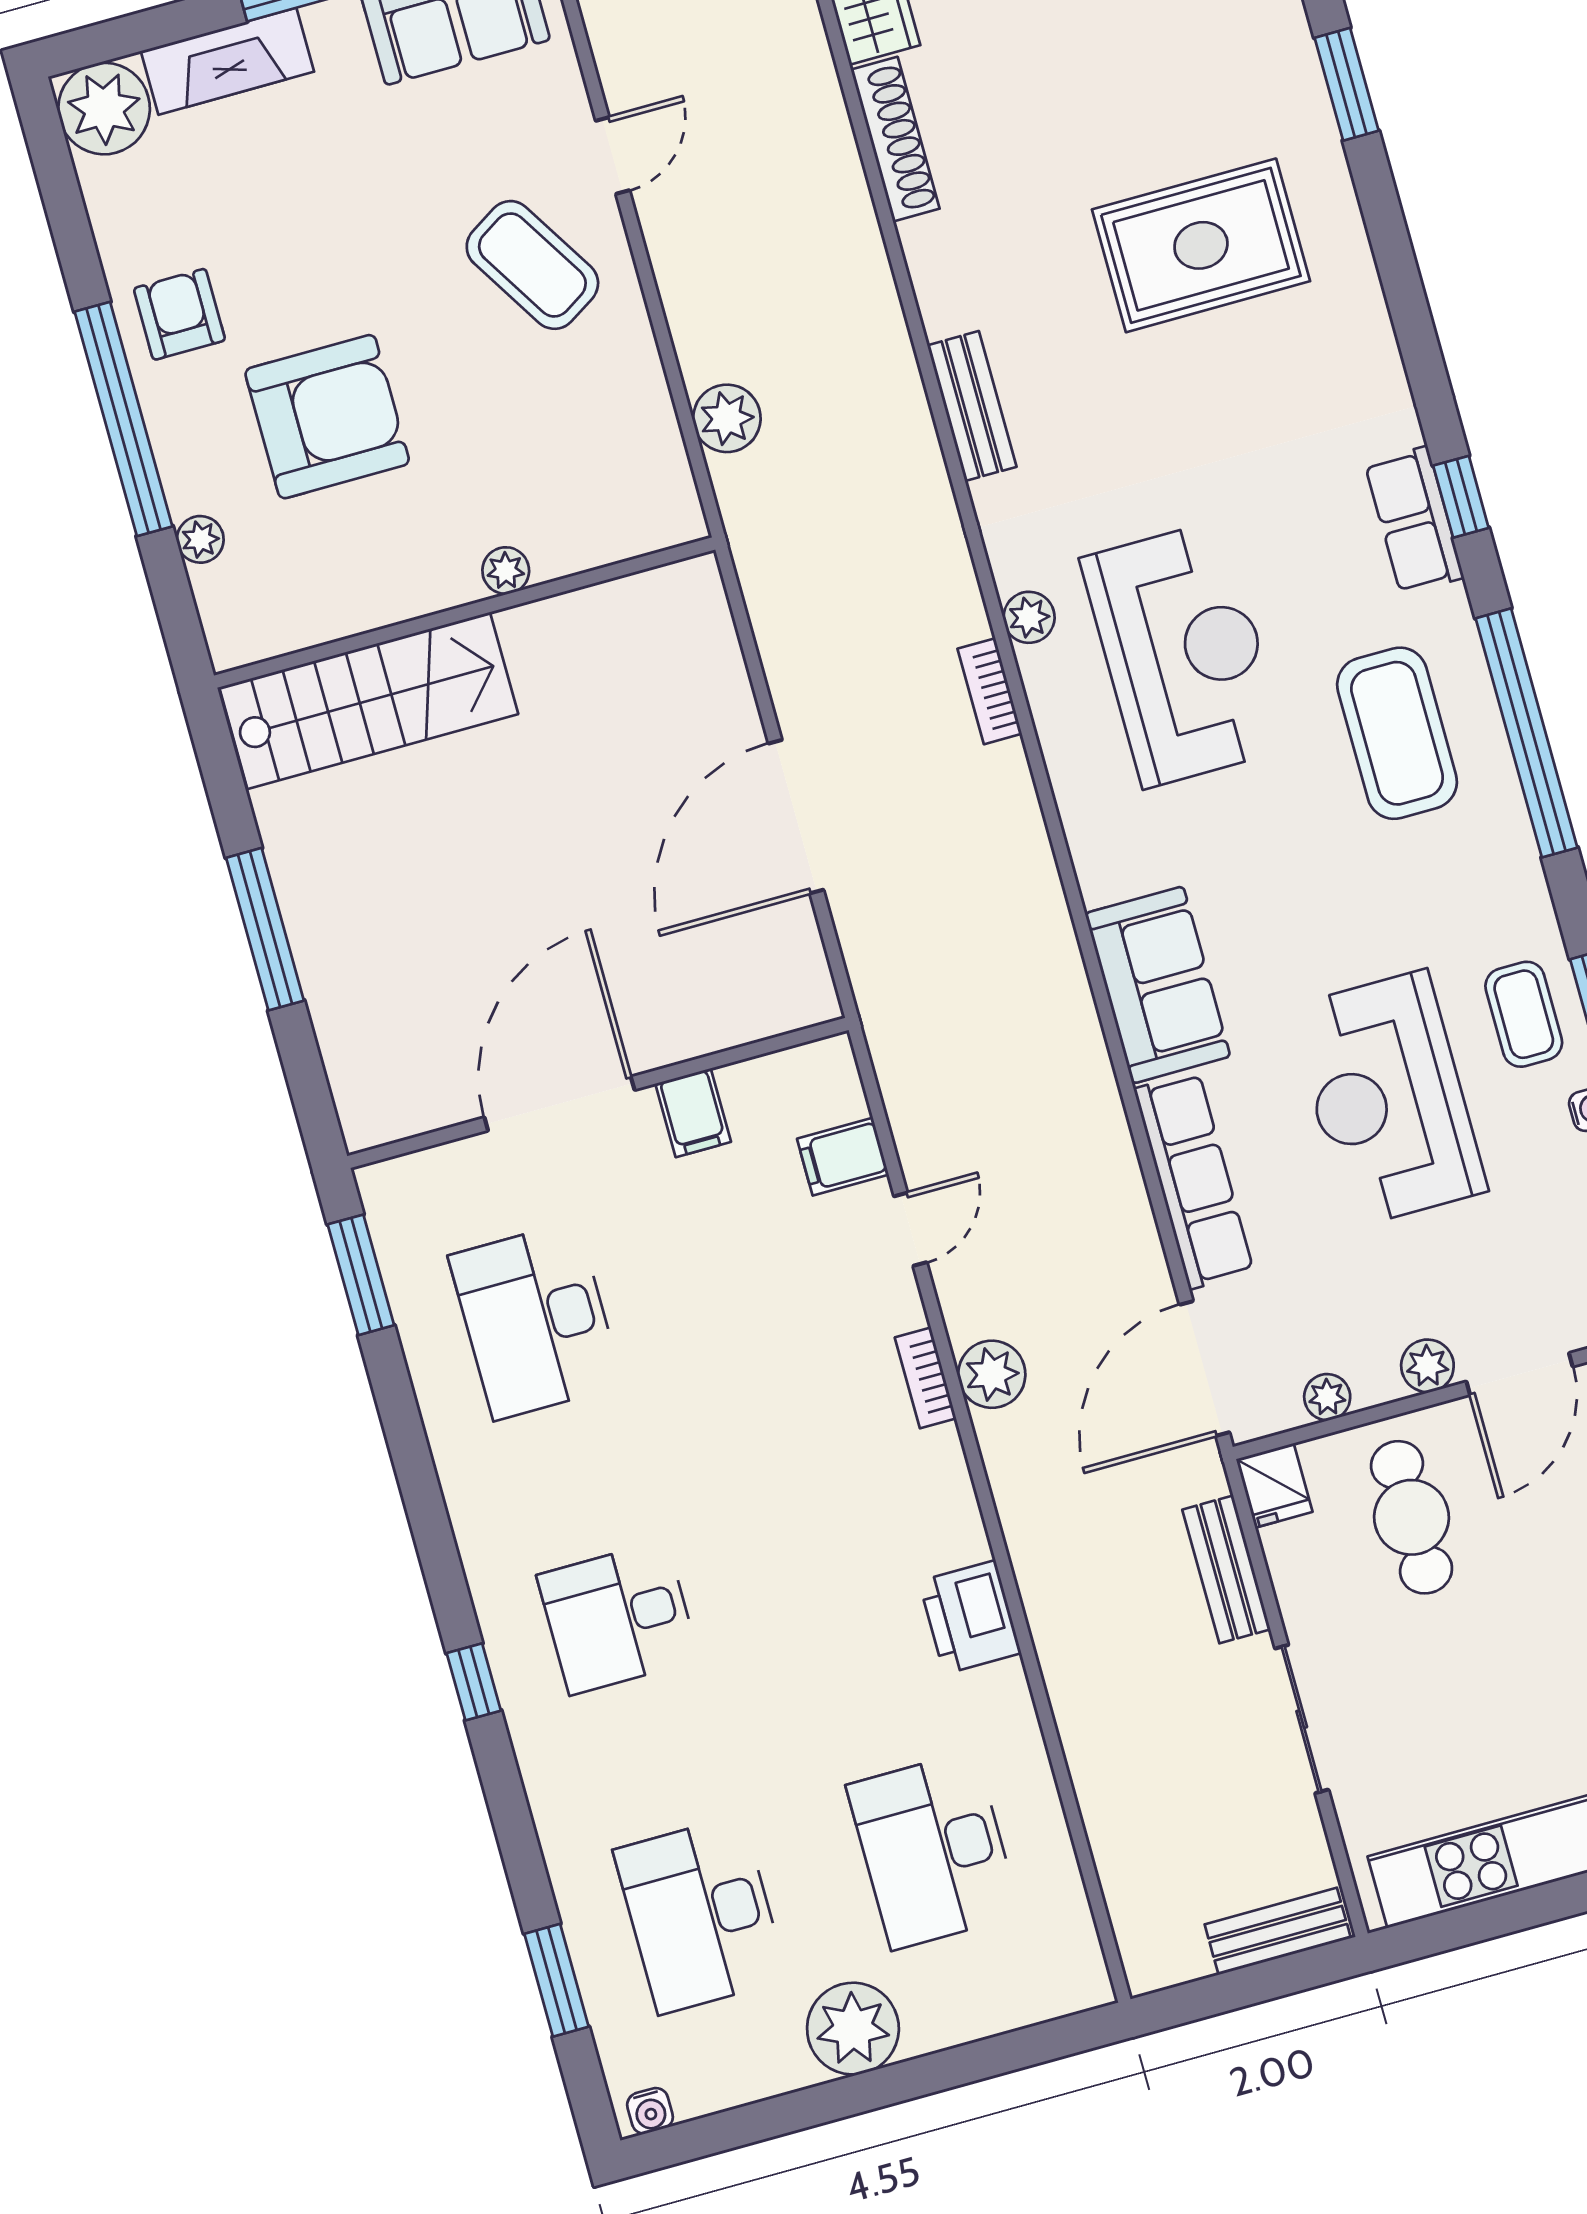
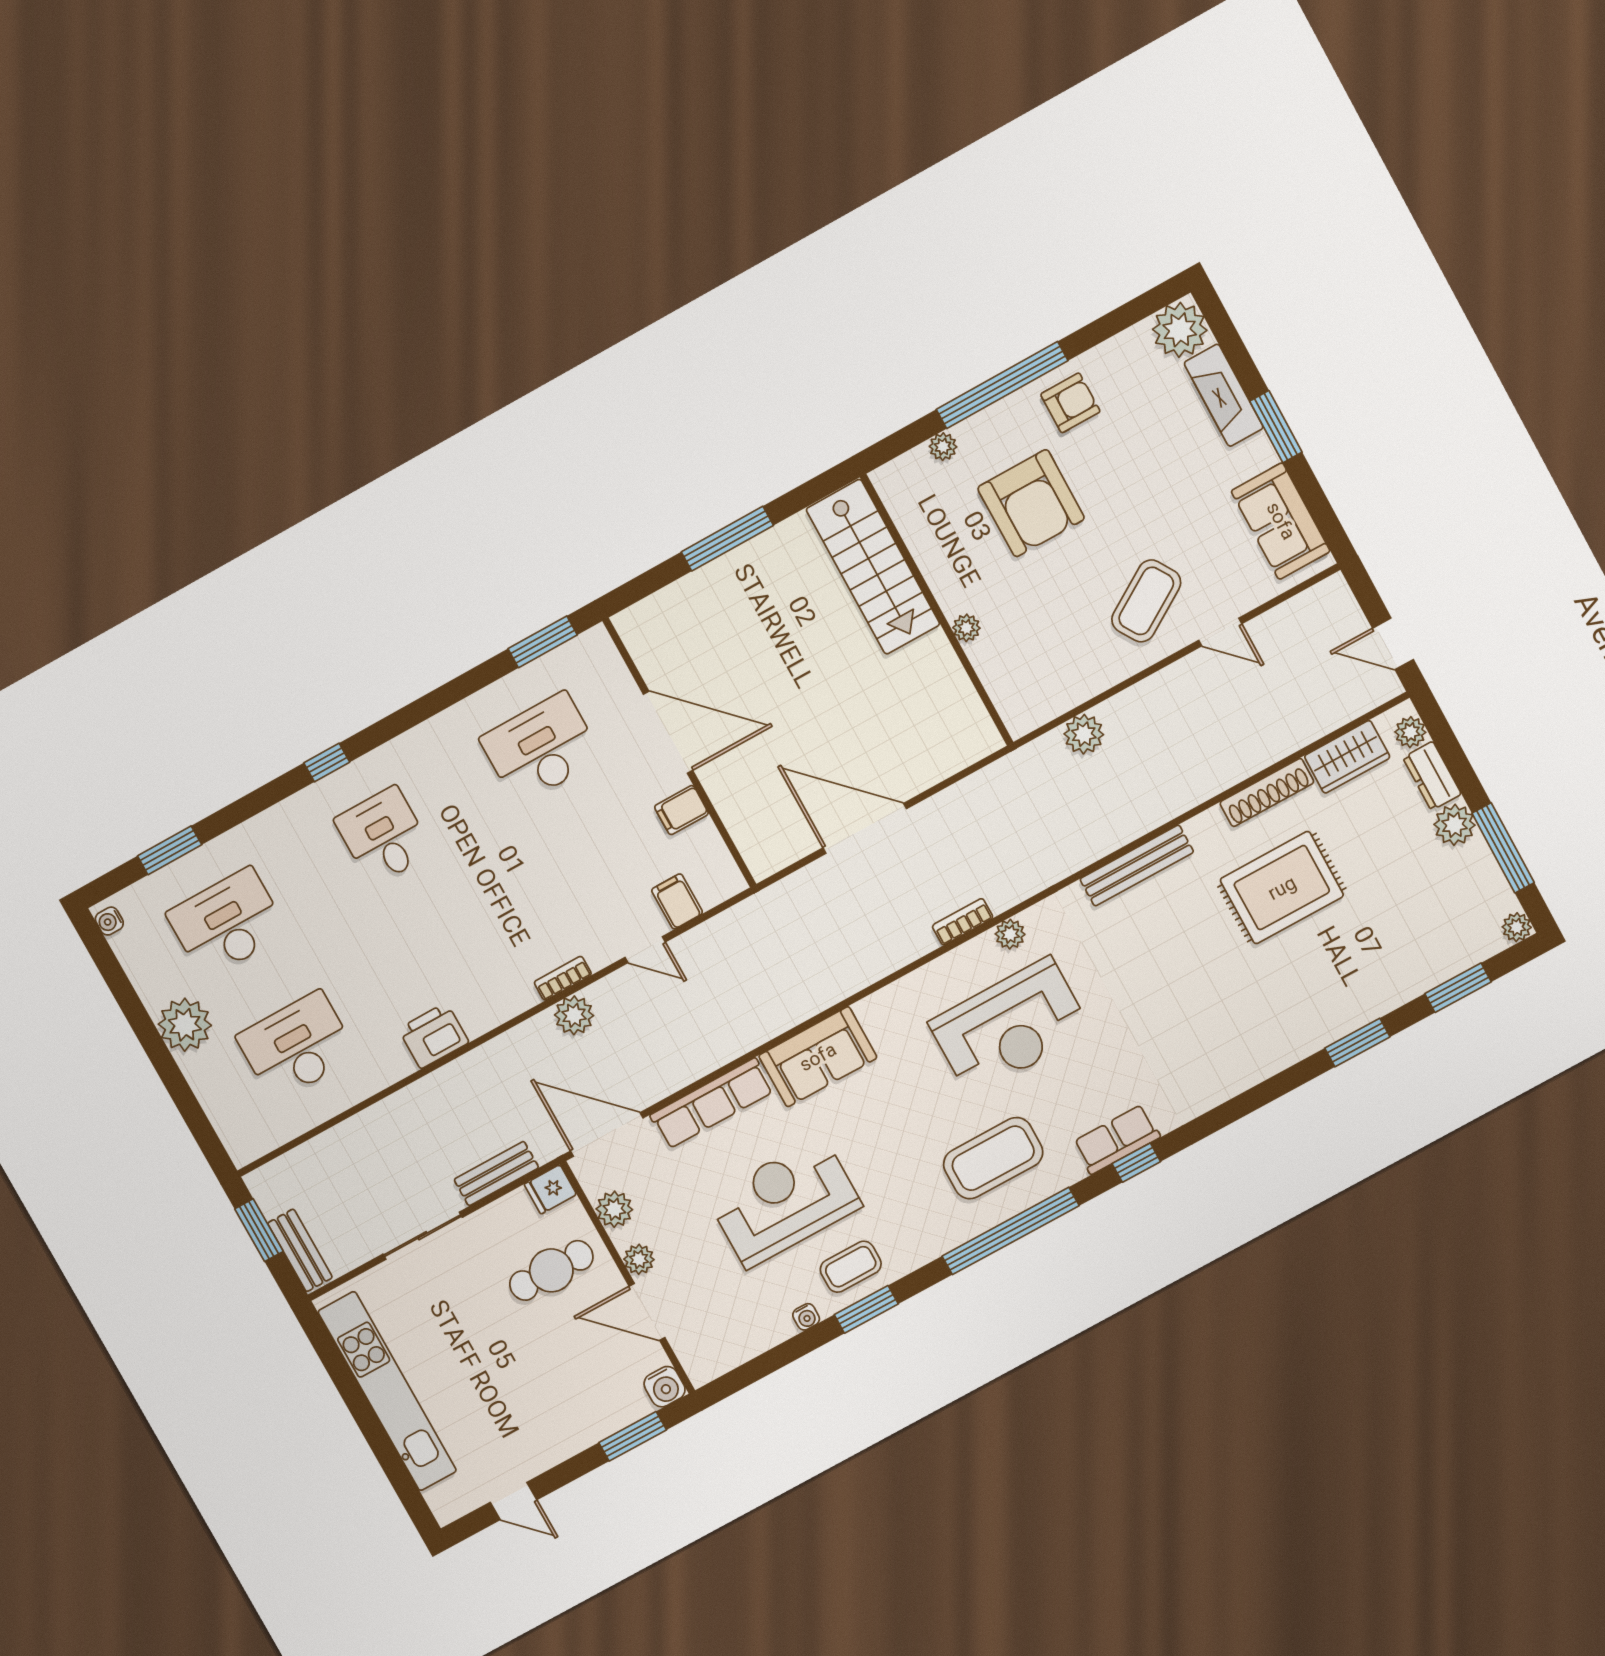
rug: (1201, 245) -> (1282, 888), moved, turned 90
bench: (972, 406) -> (1137, 866), width x1.36
plant: (1327, 1397) -> (614, 1209), width x1.38, depth x1.38
window: (1227, 1992) -> (259, 1230), added

